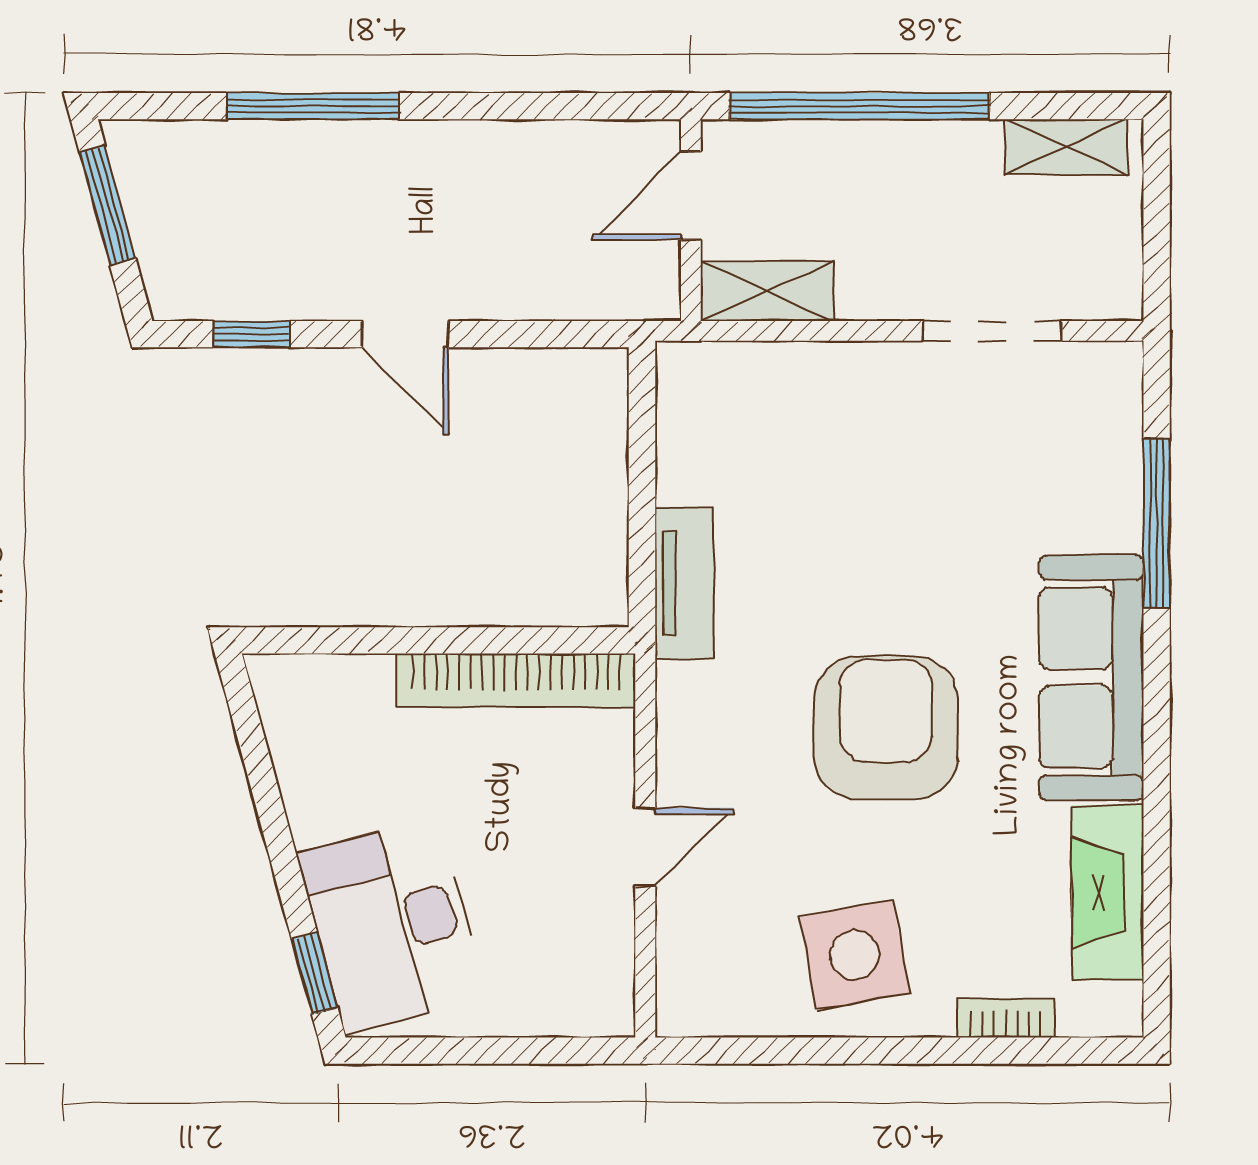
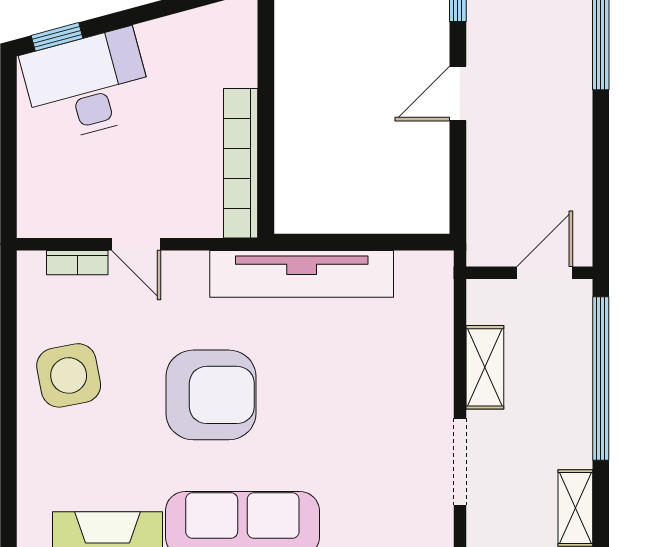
door: (691, 195) -> (545, 273), hinge flipped
shelving: (767, 291) -> (485, 367), moved
tv unit: (684, 583) -> (302, 274), width x1.92, depth x1.29
bookcase: (1006, 1018) -> (77, 263), moved, turned 90

